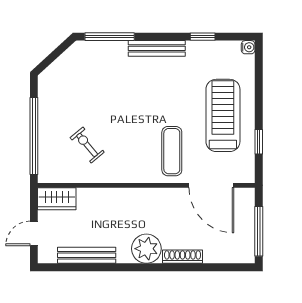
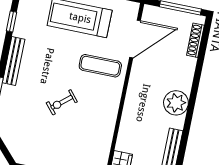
exercise bike: (87, 145) -> (62, 102), moved
shoe rack: (183, 257) -> (195, 40), moved

